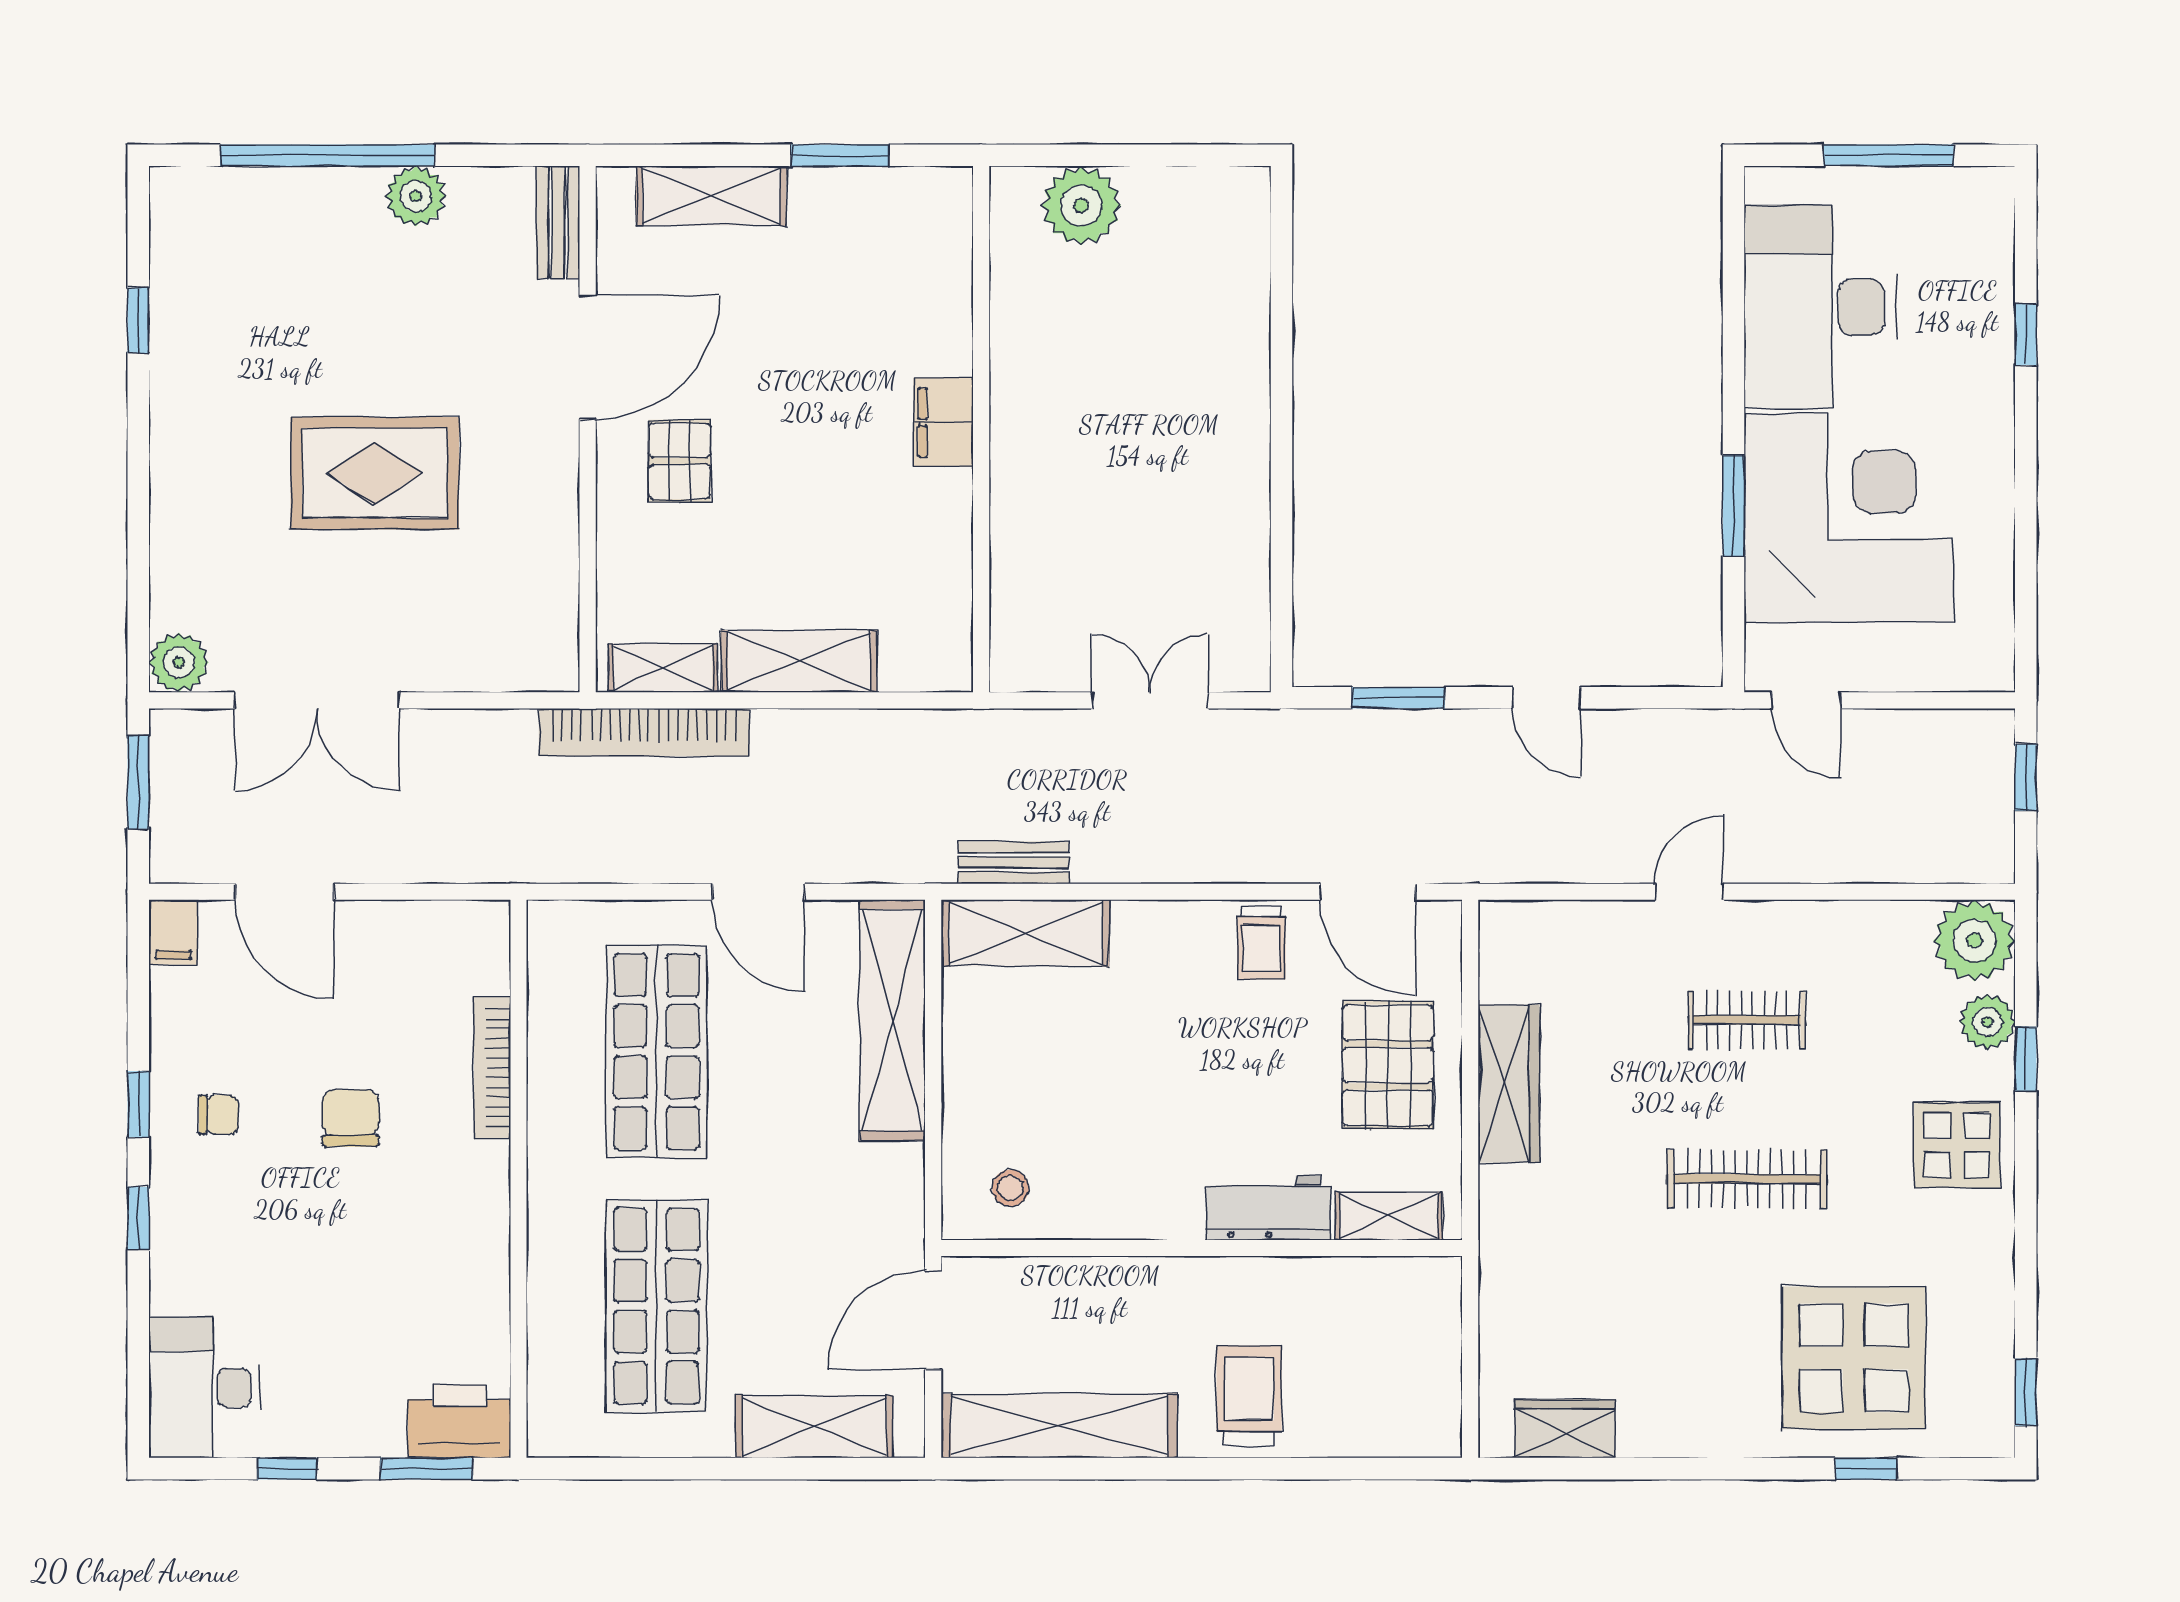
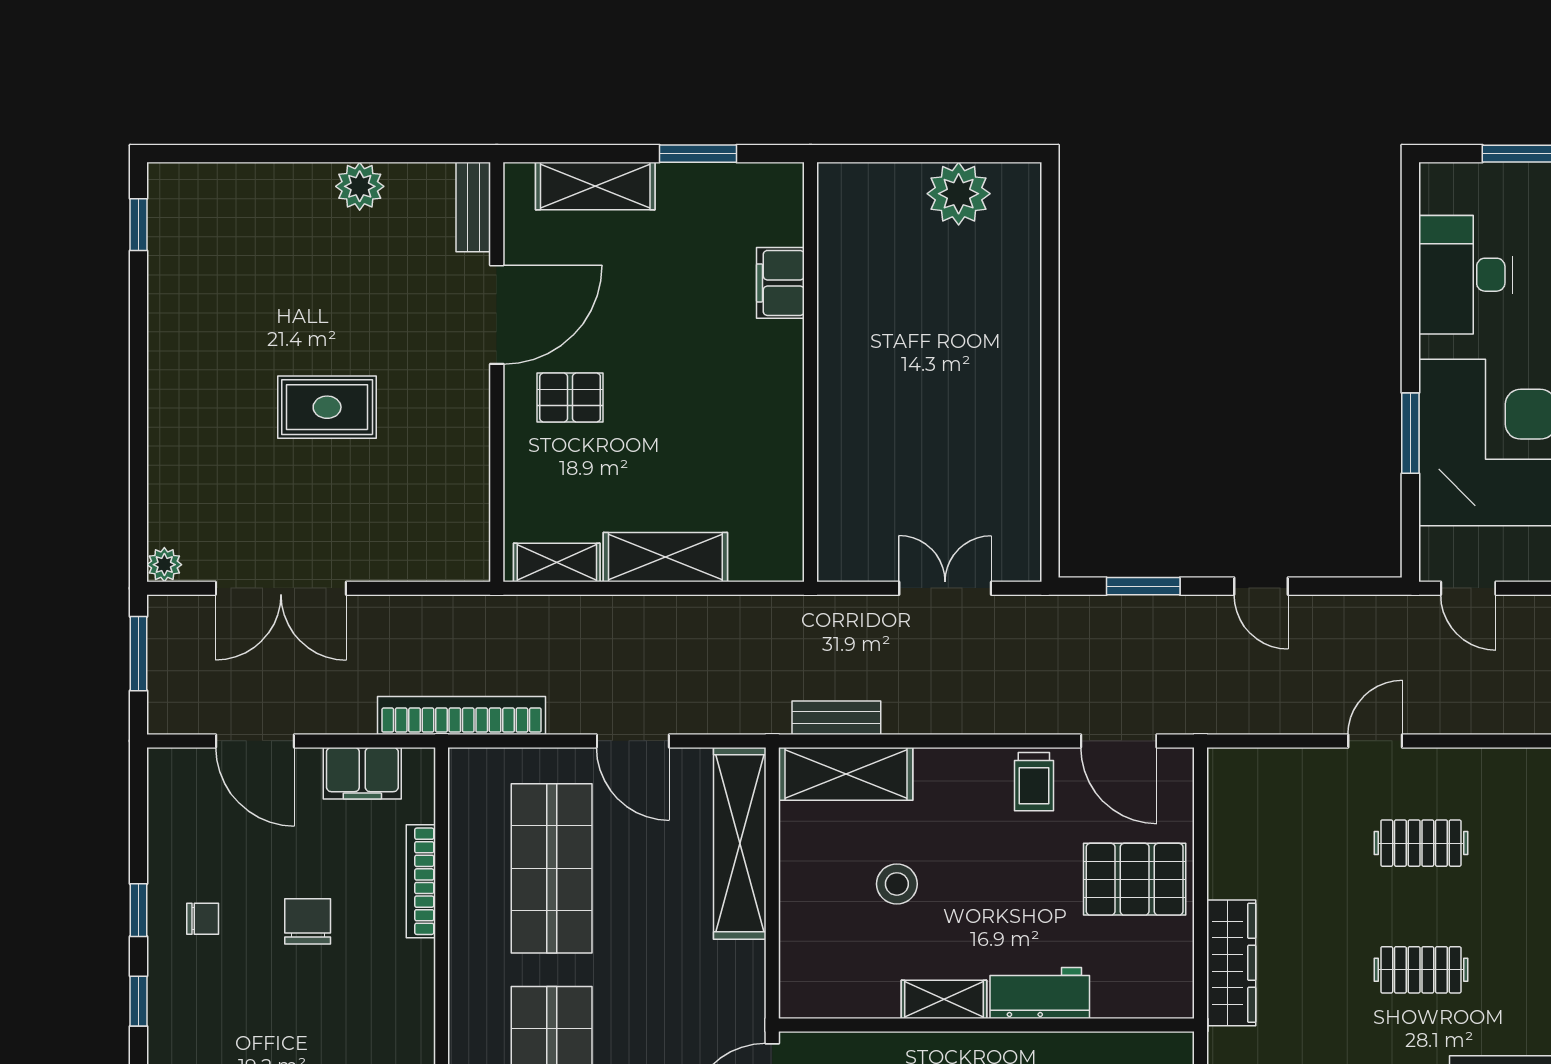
window: (327, 155) -> (289, 154), removed
plant: (1081, 205) -> (959, 194), moved
desk: (1820, 307) -> (1466, 275), width x0.73, depth x0.77
window: (138, 320) -> (139, 225), moved
filing cabinet: (943, 422) -> (780, 283), moved
pallet: (679, 461) -> (570, 397), turned 90
rug: (375, 473) -> (327, 407), width x0.73, depth x0.70
plant: (179, 662) -> (164, 565), width x0.73, depth x0.73
bookcase: (644, 732) -> (462, 715), moved, turned 180
filing cabinet: (173, 932) -> (362, 773), moved, width x2.00
pallet: (1388, 1065) -> (1135, 879), turned 90
wardrobe: (1509, 1084) -> (1231, 963), moved
clothes rail: (1747, 1179) -> (1421, 970), width x0.73
stool: (1010, 1188) -> (897, 884), moved, width x1.37, depth x1.37
shelving: (1389, 1216) -> (944, 999), moved

